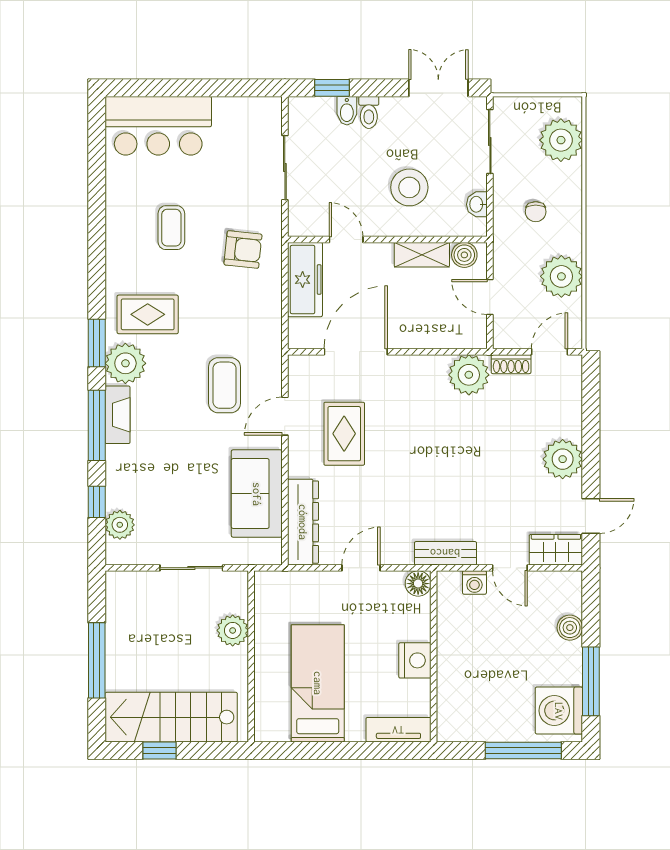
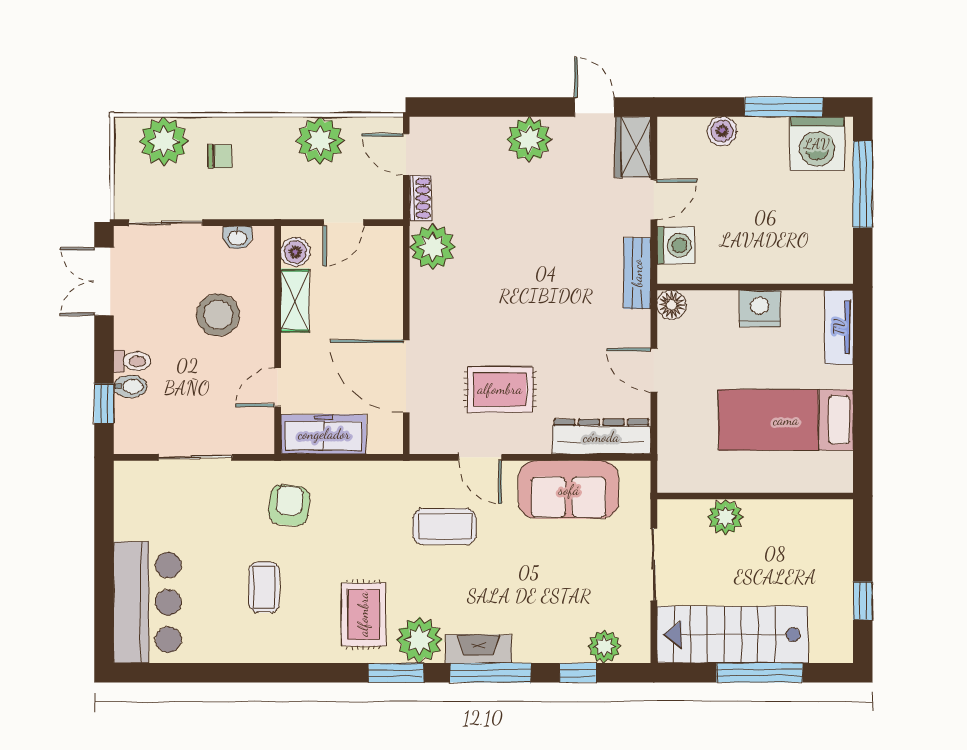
chair: (536, 212) -> (220, 156), moved
coffee table: (171, 228) -> (264, 587), turned 90
washing machine: (474, 583) -> (676, 245), width x1.38, depth x1.38
stairs: (171, 717) -> (733, 635), moved, turned 90

